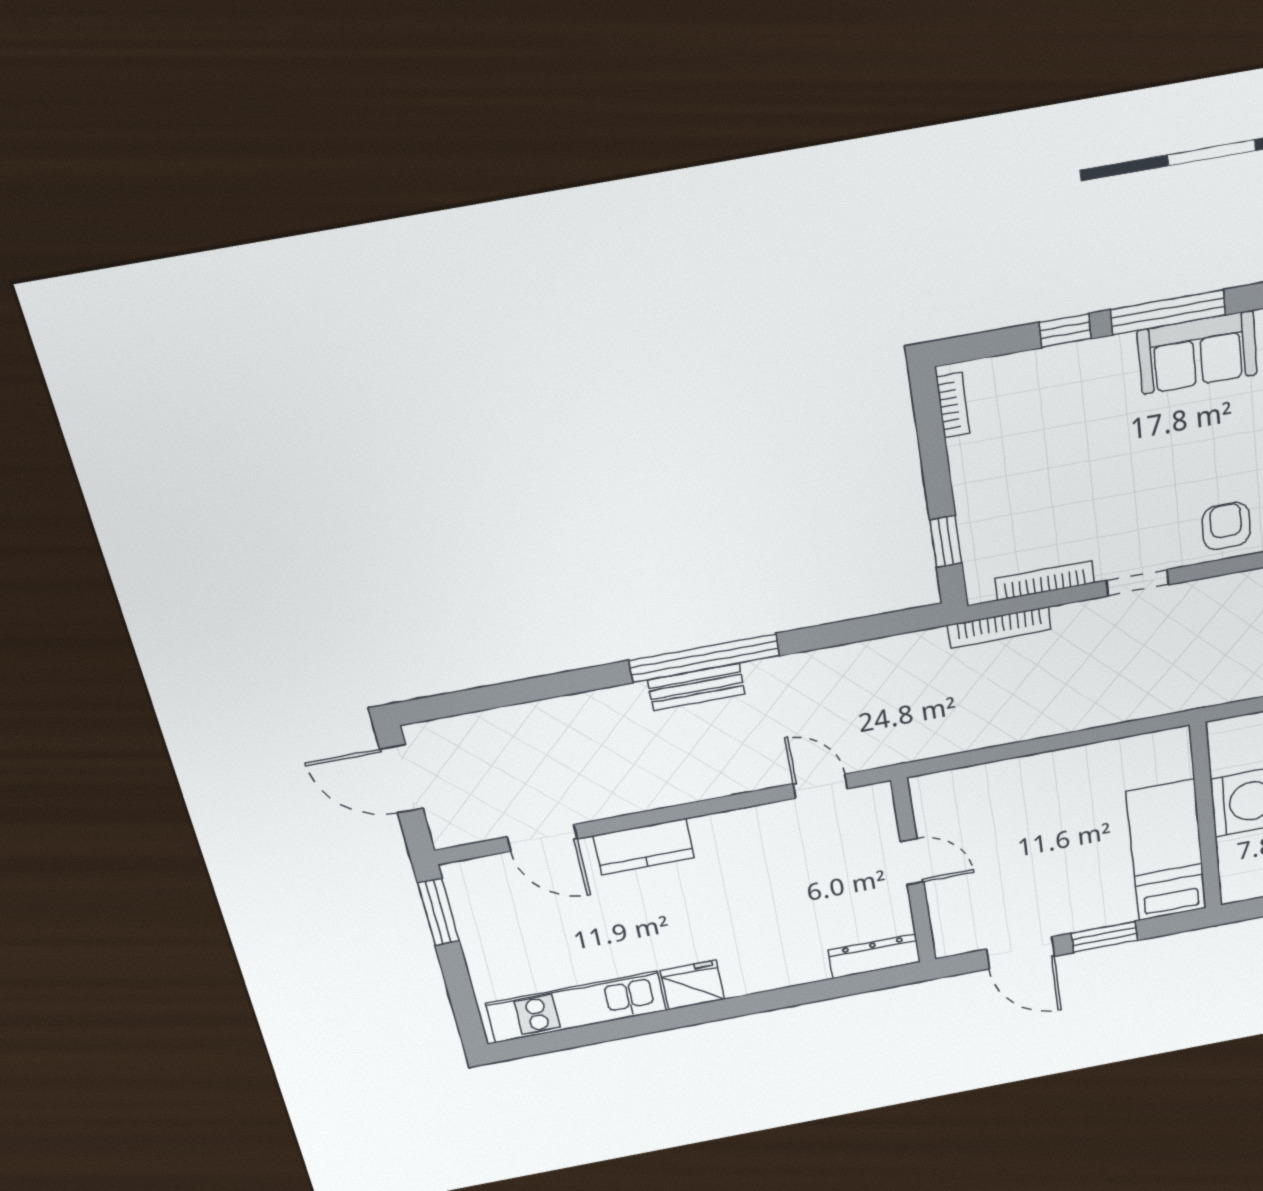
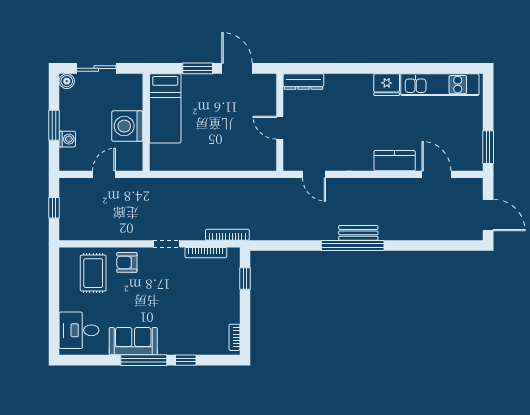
armchair: (1226, 526) -> (127, 262), turned 90

